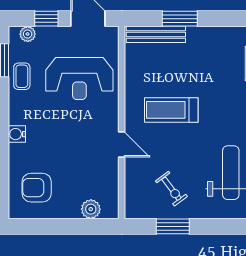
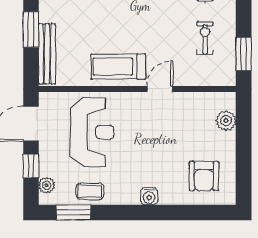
treadmill: (171, 110) -> (118, 67), moved, turned 90
exercise bike: (171, 189) -> (205, 38), turned -53
window: (173, 226) -> (244, 54), moved

